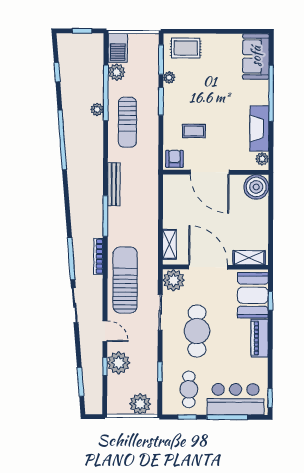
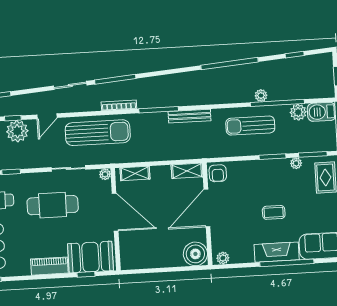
fireplace: (259, 128) -> (277, 252), moved
coffee table: (194, 131) -> (274, 212), moved, turned 90
armchair: (174, 159) -> (218, 173), turned 90
shelving: (249, 258) -> (187, 171), moved, turned 90
door: (208, 267) -> (115, 212), hinge flipped
plant: (174, 280) -> (105, 174), width x0.53, depth x0.53

